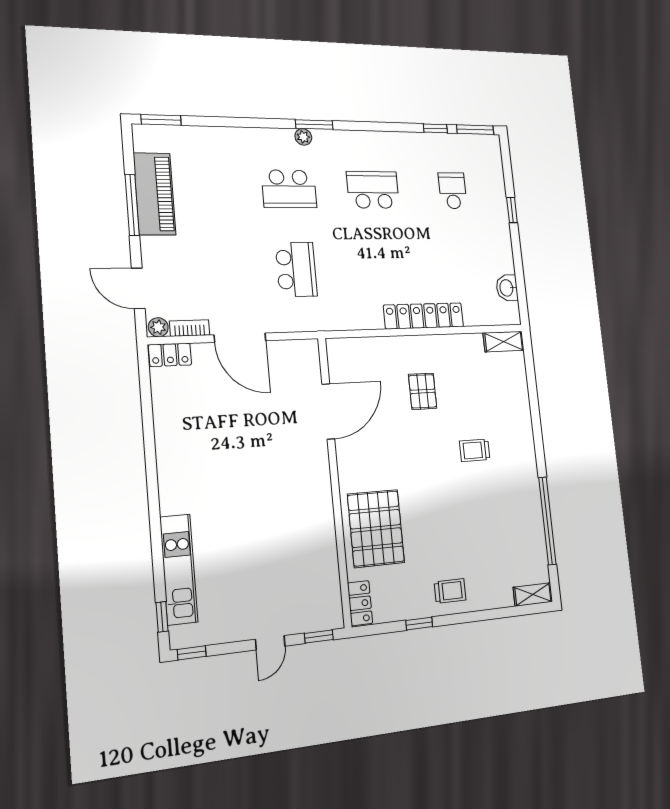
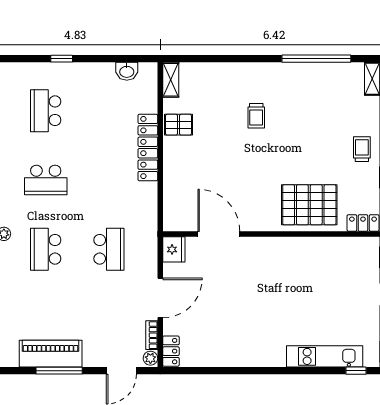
school desk: (289, 189) -> (46, 249), turned 180
school desk: (373, 190) -> (46, 180), turned -90
school desk: (453, 191) -> (46, 111), width x1.85
school desk: (296, 269) -> (109, 249), turned 90
fridge: (304, 353) -> (174, 249), added
pallet: (423, 391) -> (178, 125), moved

